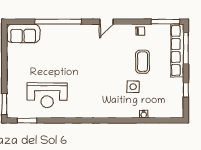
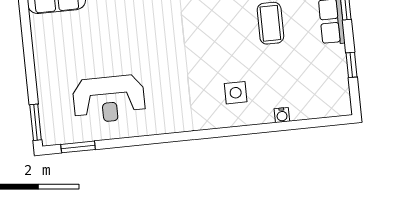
side table: (133, 87) -> (236, 93), moved

